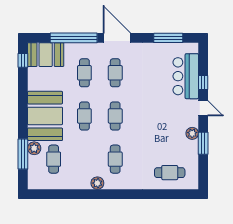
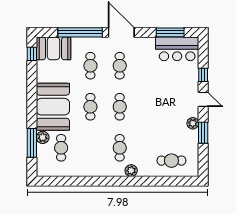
bar counter: (186, 76) -> (177, 49), moved, turned -90
plant: (97, 183) -> (131, 171), moved

